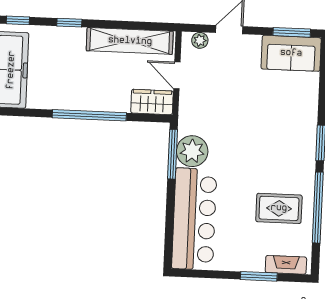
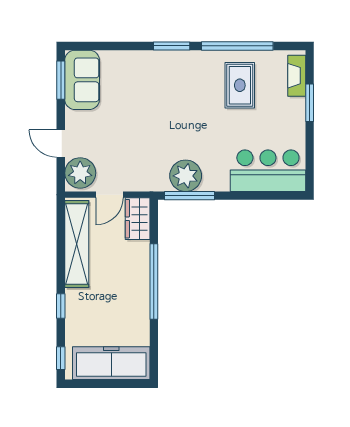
plant: (200, 40) -> (80, 173), width x1.88, depth x1.88
bar counter: (194, 219) -> (268, 171), width x0.73

